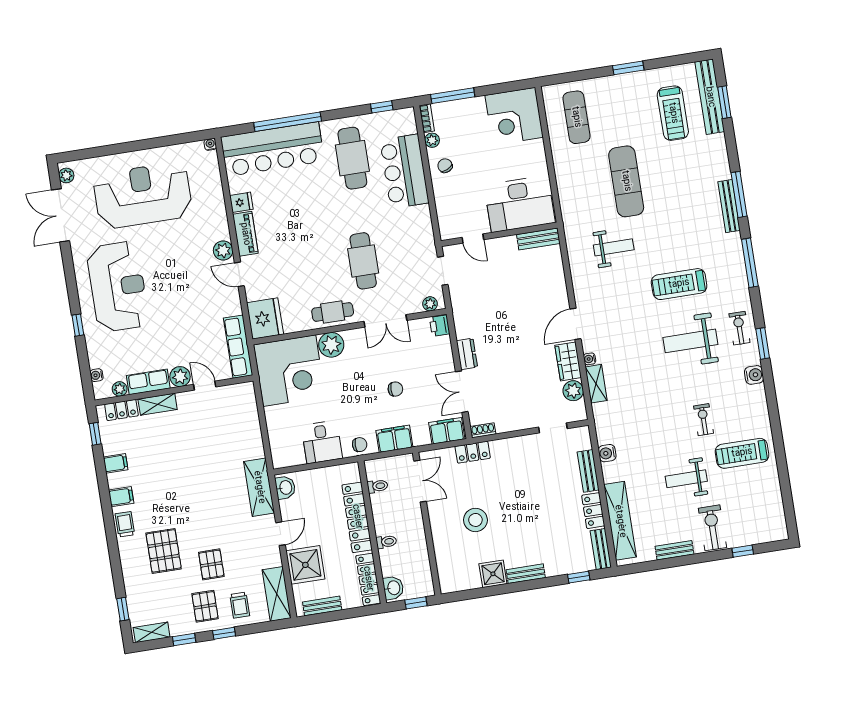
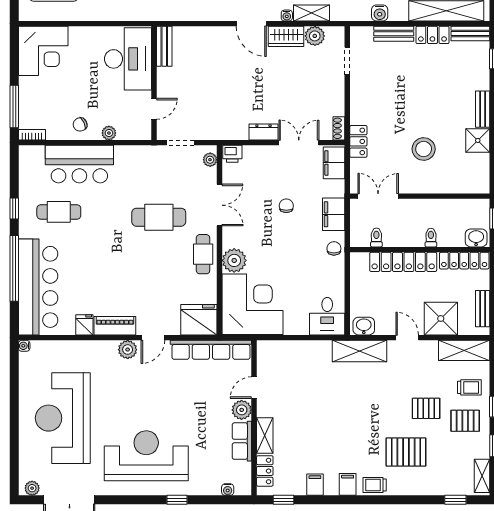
window: (382, 107) -> (14, 209), moved
plant: (432, 140) -> (109, 133), moved
cafe table: (352, 158) -> (59, 212), width x0.73, depth x0.74
row of seats: (238, 347) -> (211, 350), width x1.36
plant: (120, 389) -> (244, 470), removed
double door: (462, 392) -> (299, 143), swing flipped
desk: (322, 442) -> (327, 316), moved, turned 90

